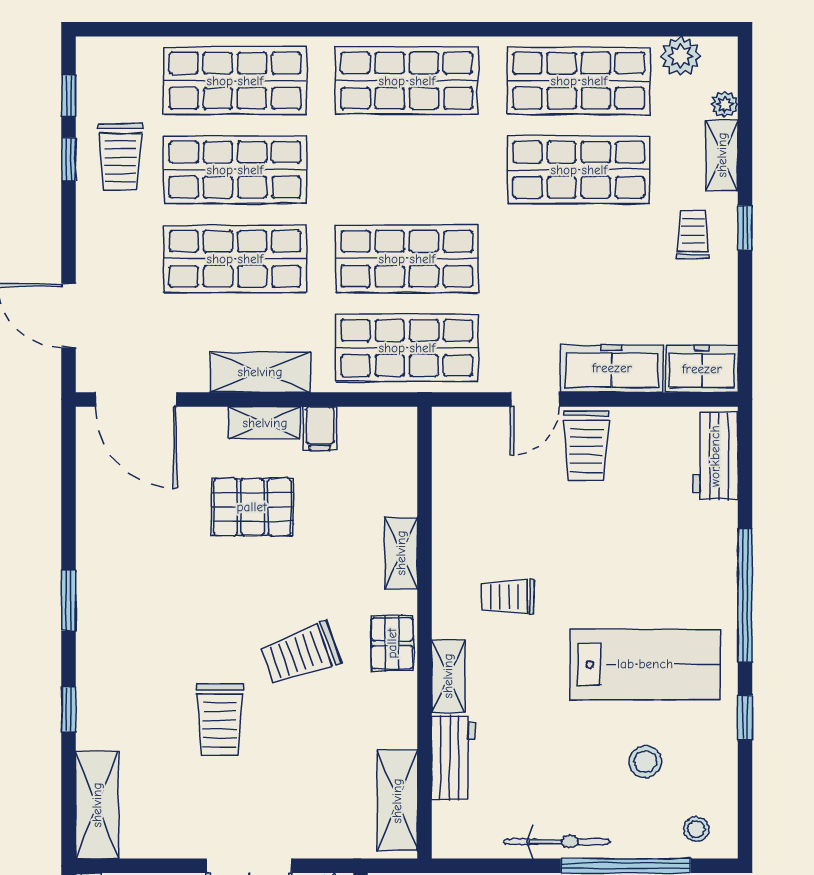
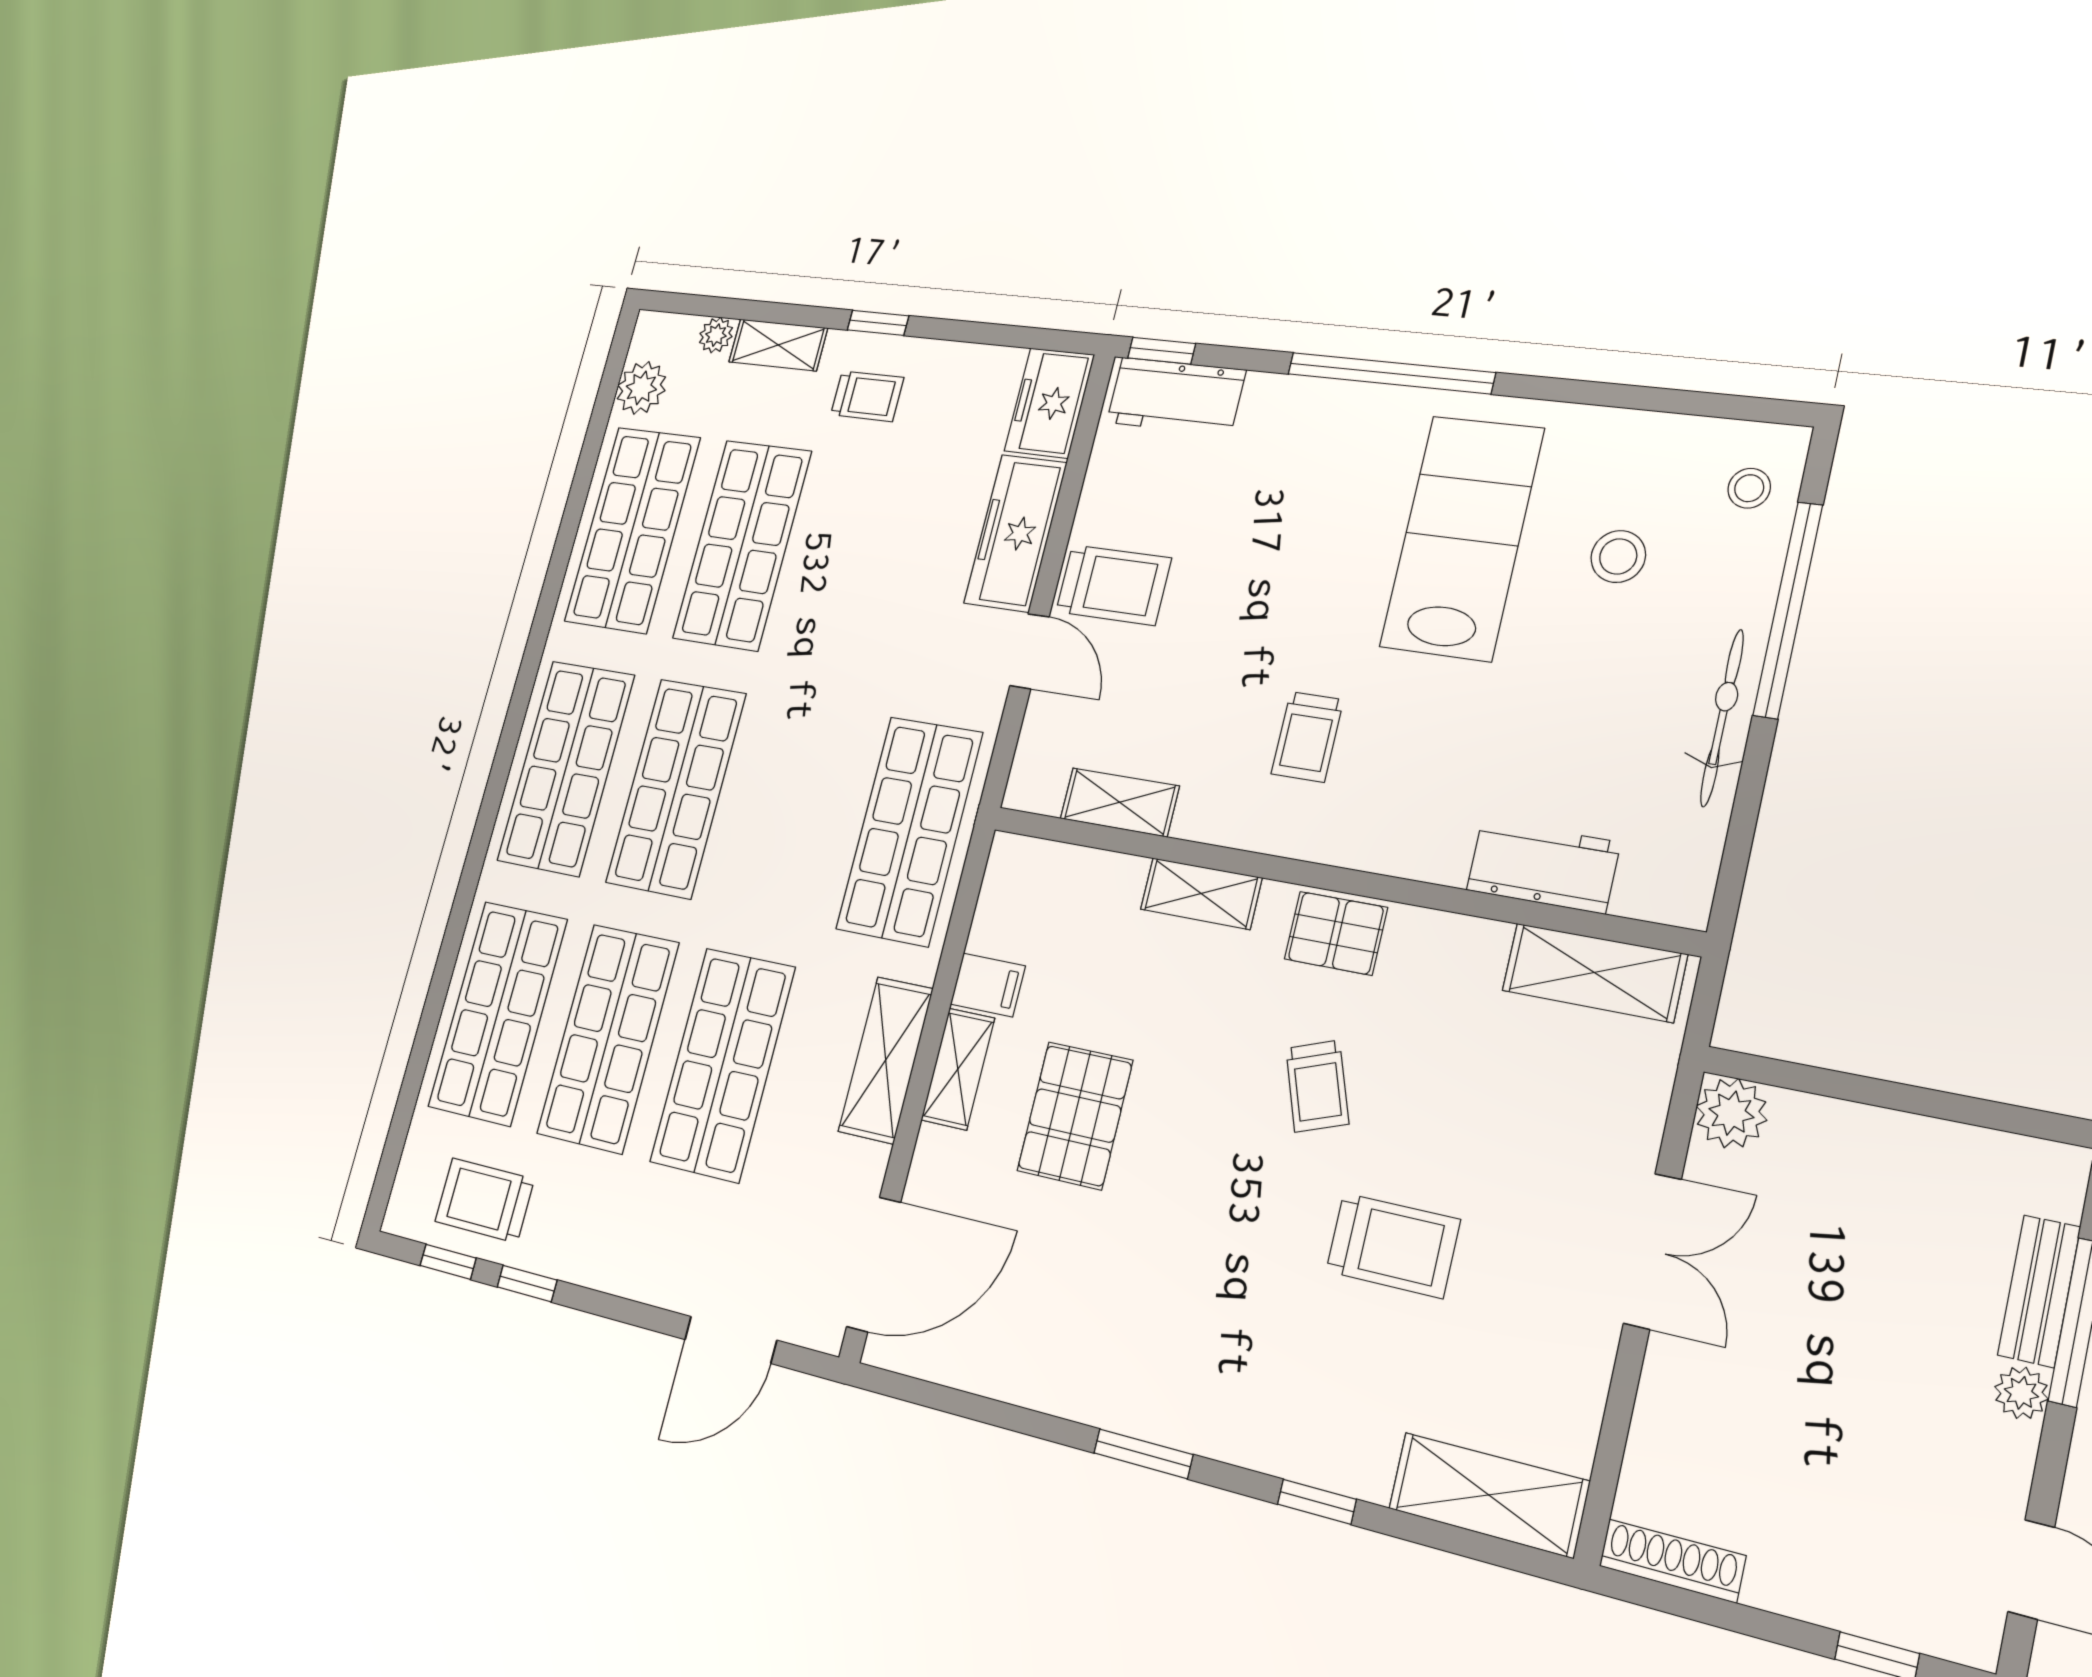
trolley: (121, 157) -> (485, 1200), moved, turned 180
trolley: (693, 234) -> (867, 396), turned 180
shop shelf: (407, 259) -> (676, 788), moved
trolley: (301, 653) -> (1317, 1086), width x0.73, depth x0.72
shelving: (448, 676) -> (1120, 802), moved
window: (745, 718) -> (1162, 351), moved

